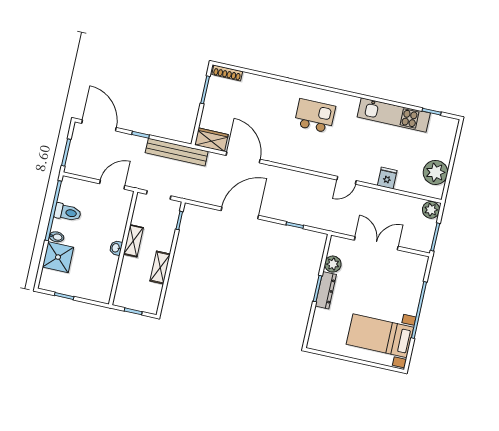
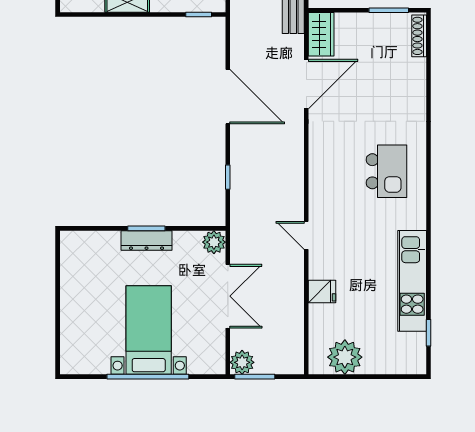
plant: (431, 210) -> (242, 362), moved
plant: (333, 264) -> (214, 242), moved
bed with nightstands: (380, 336) -> (149, 330), moved

